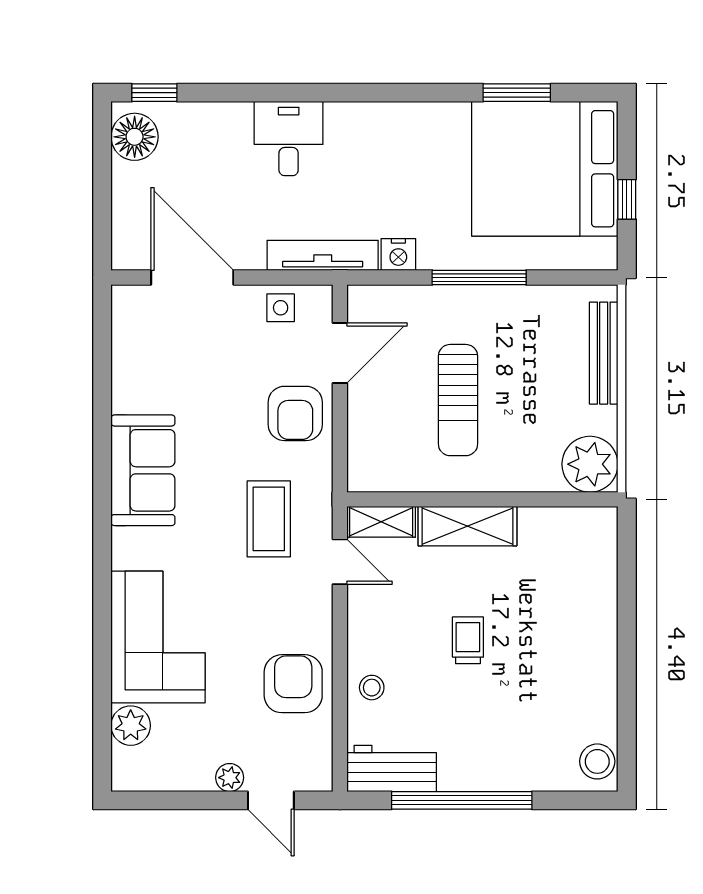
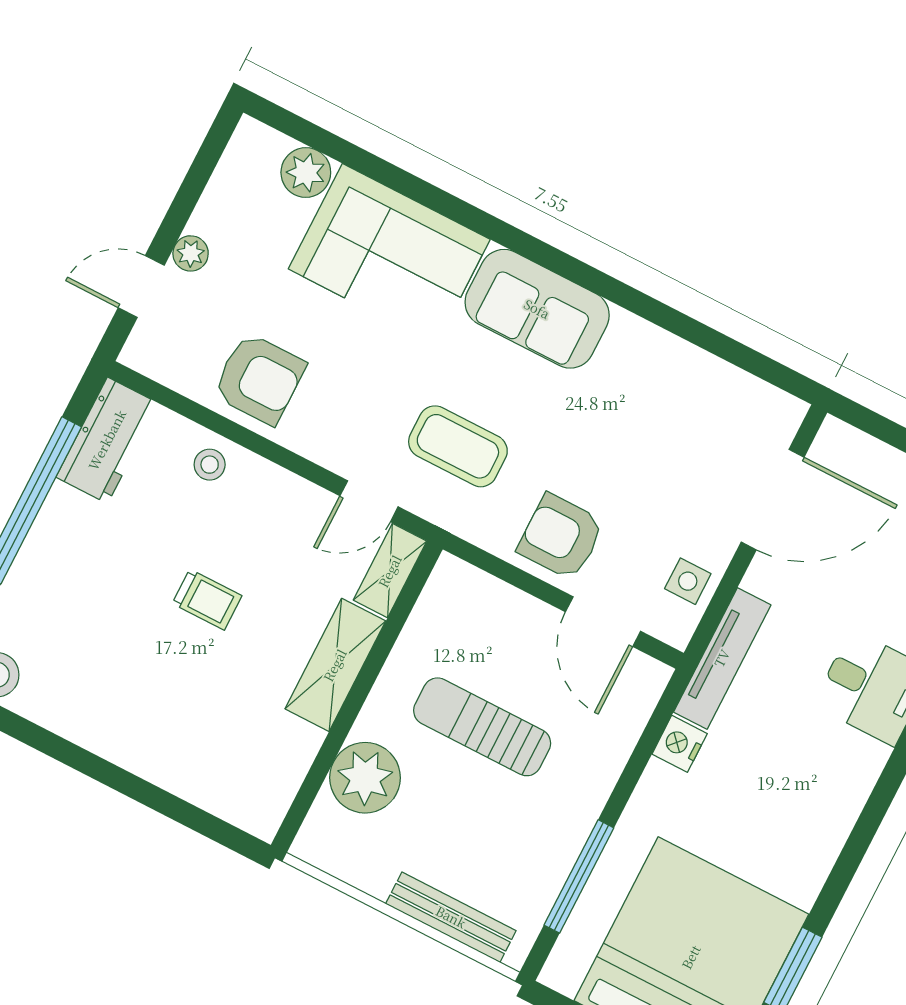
window: (479, 277) -> (579, 876), moved
plant: (590, 464) -> (365, 778), moved
sofa: (143, 470) -> (537, 309), moved

